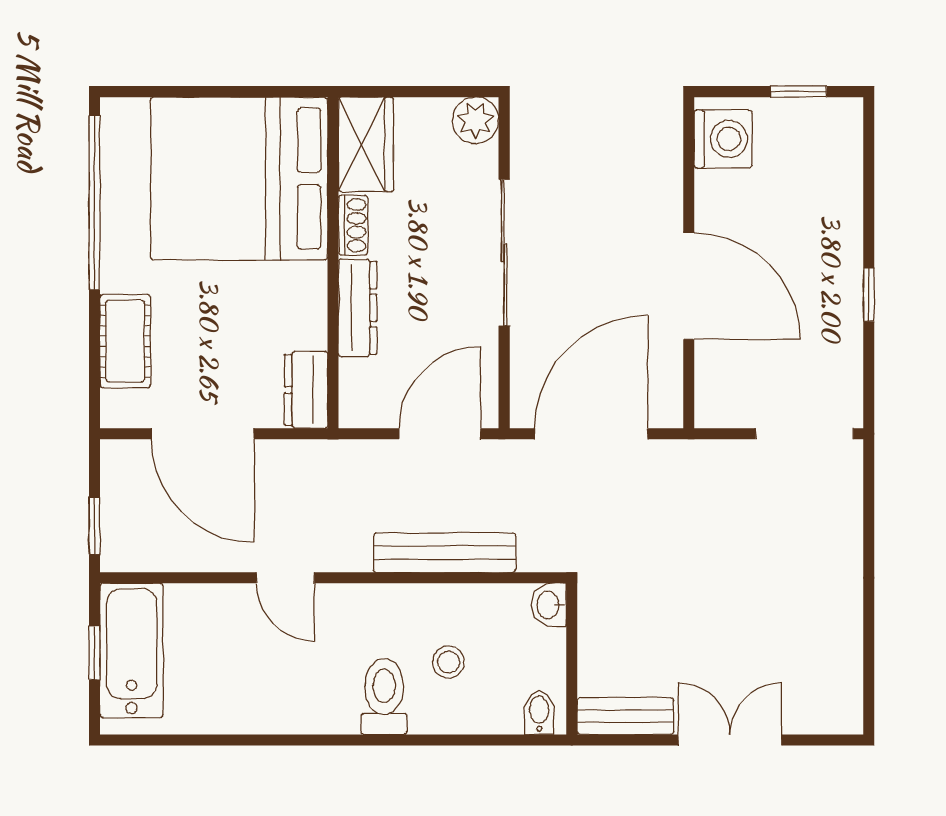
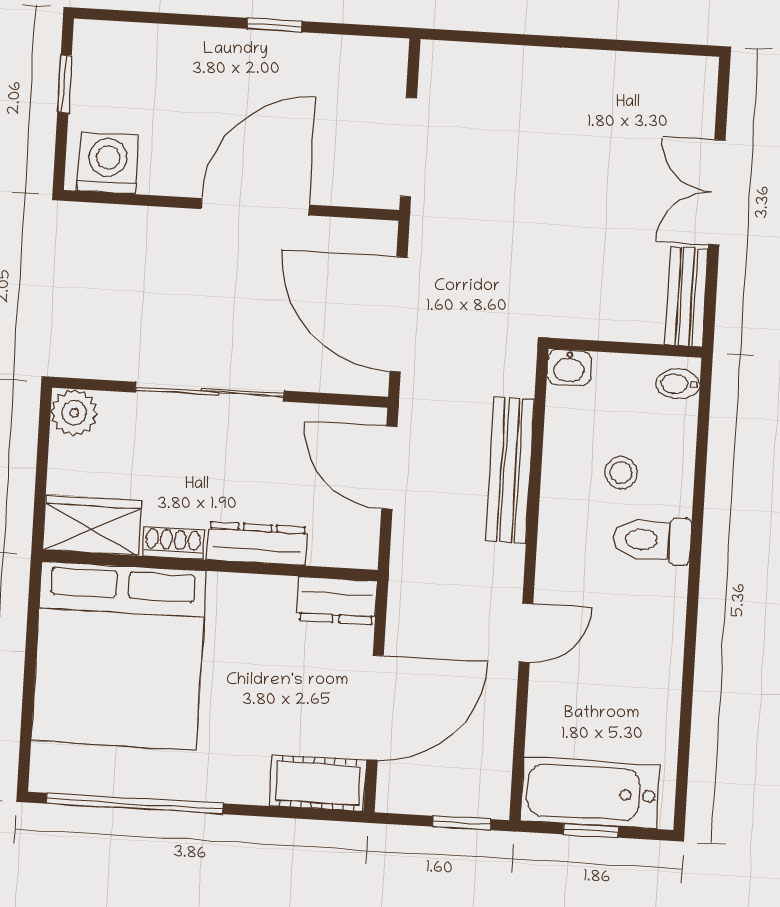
cot: (125, 341) -> (318, 783), moved
doorway: (805, 434) -> (408, 147), moved

